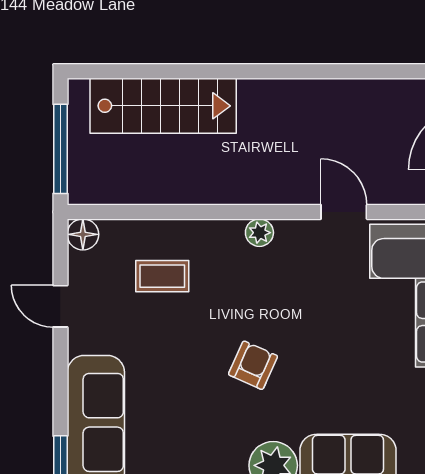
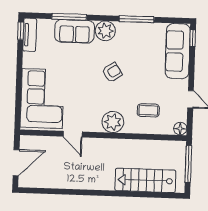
plant: (259, 233) -> (113, 122), width x1.88, depth x1.88
armchair: (253, 365) -> (112, 72), turned -147

